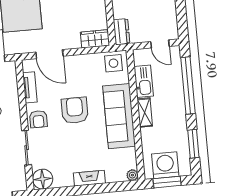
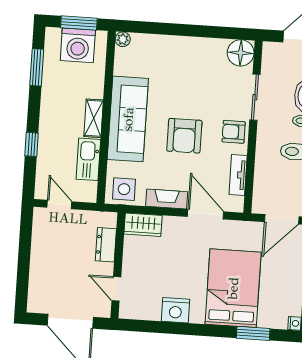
dresser: (122, 32) -> (106, 245), moved
window: (188, 86) -> (32, 144), width x0.32
armchair: (38, 119) -> (234, 132), turned -90
fireplace: (89, 178) -> (167, 199), moved, turned 180

